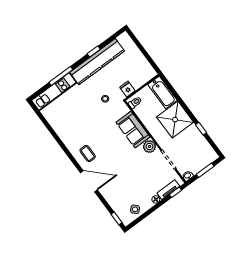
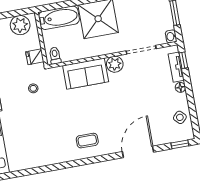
plant: (144, 68) -> (20, 25), added
door: (89, 181) -> (138, 152), moved

